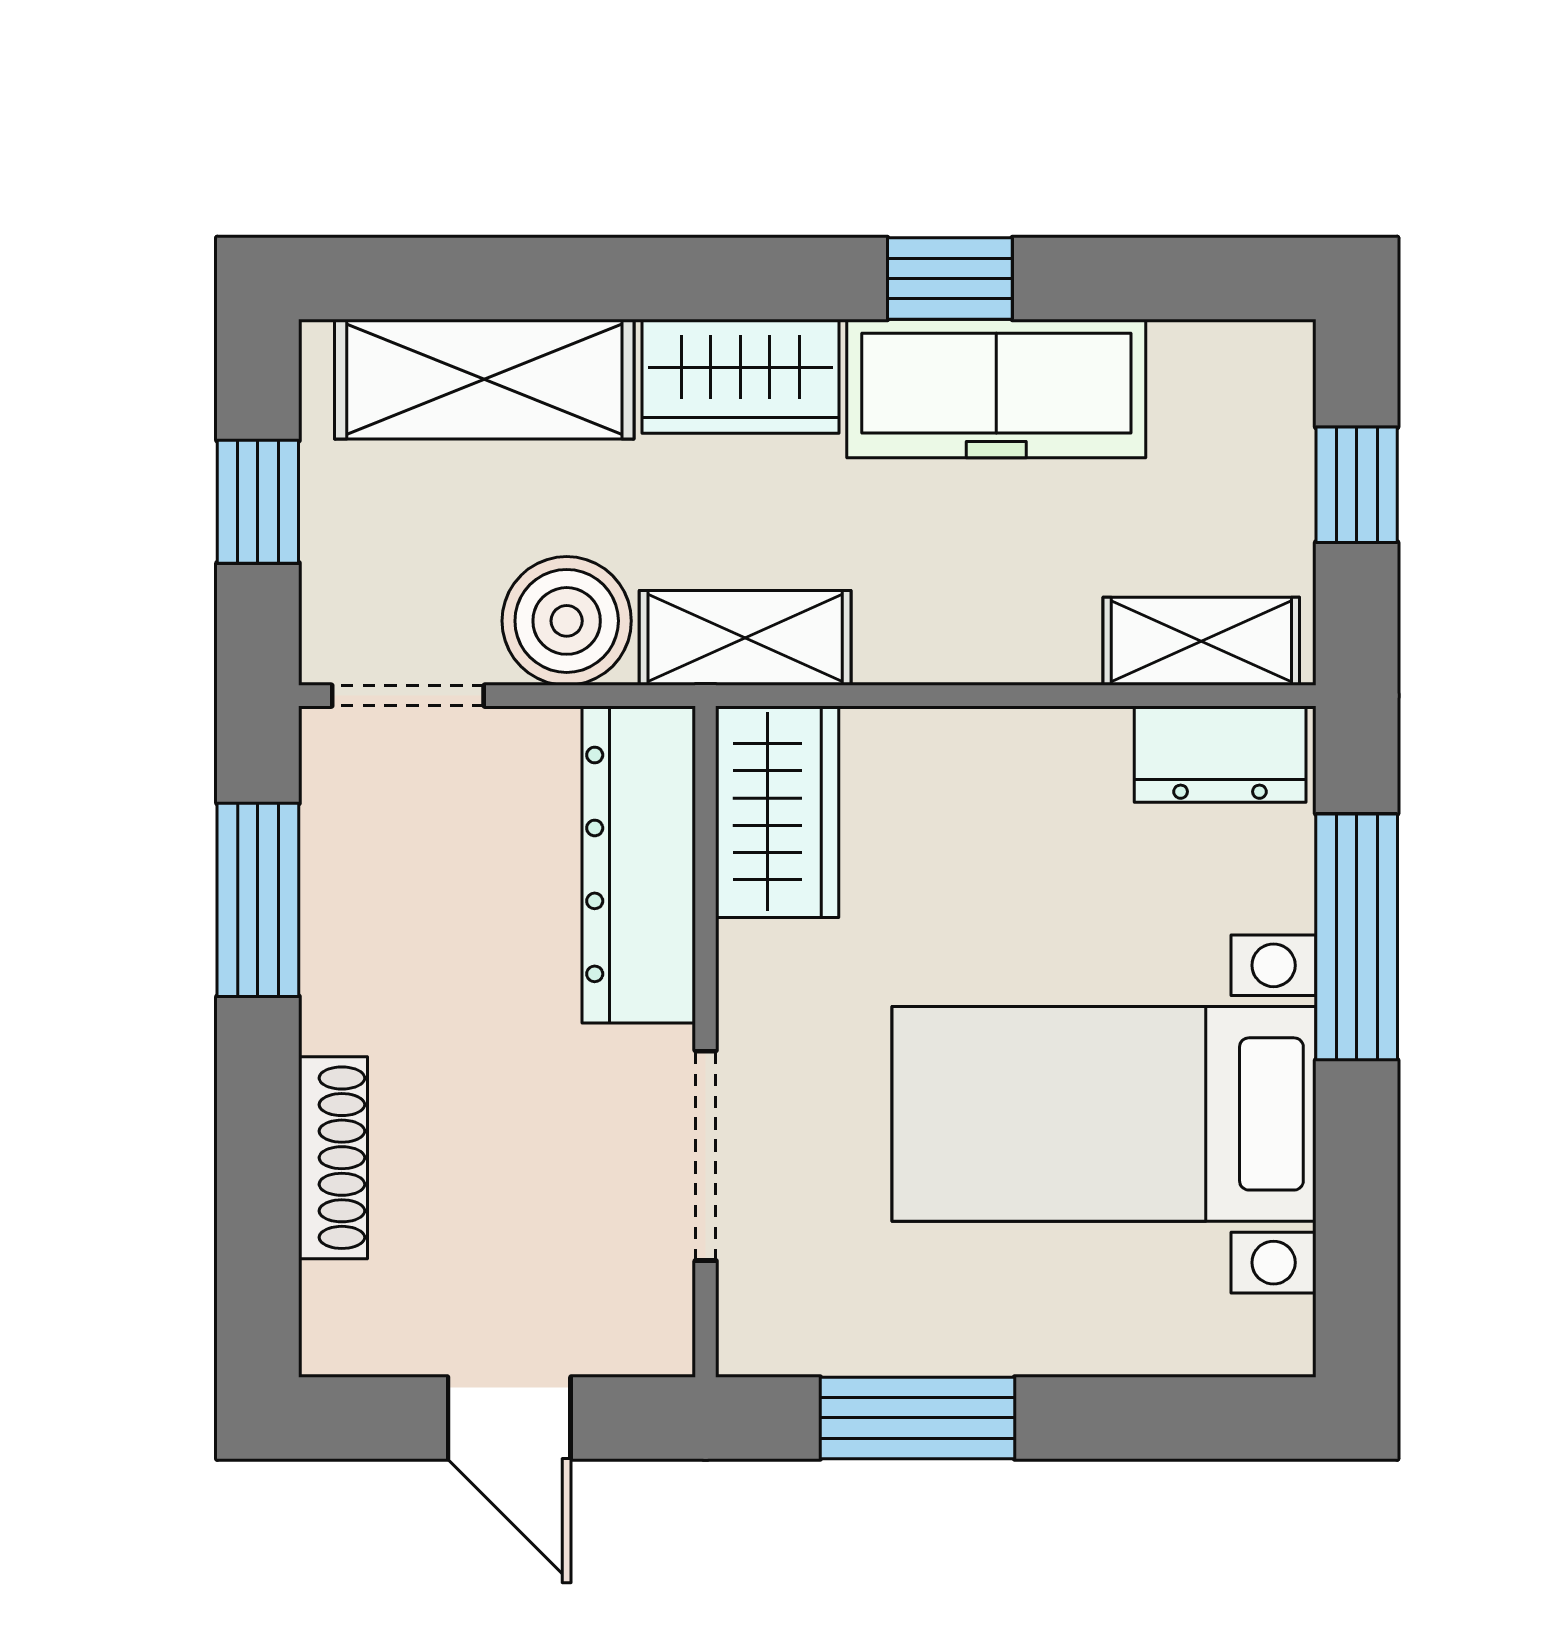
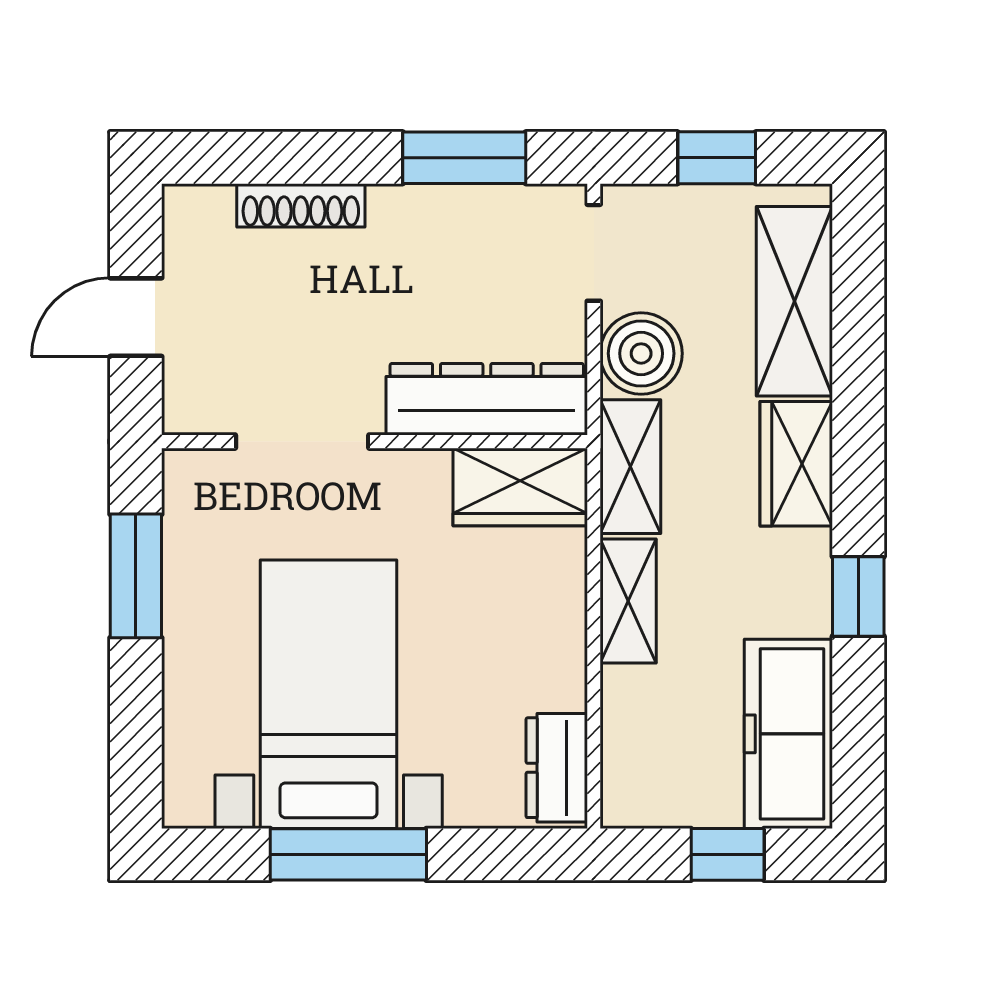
freezer: (996, 389) -> (788, 734), moved
shelving: (1201, 641) -> (628, 601), moved
window: (1357, 937) -> (348, 854), moved

